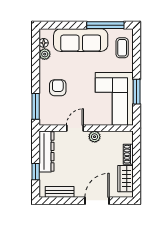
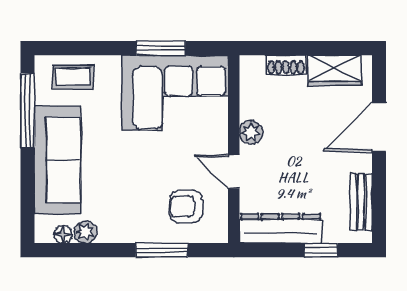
armchair: (58, 88) -> (186, 206), moved
window: (36, 106) -> (162, 250), moved
door: (97, 201) -> (379, 127), hinge flipped

